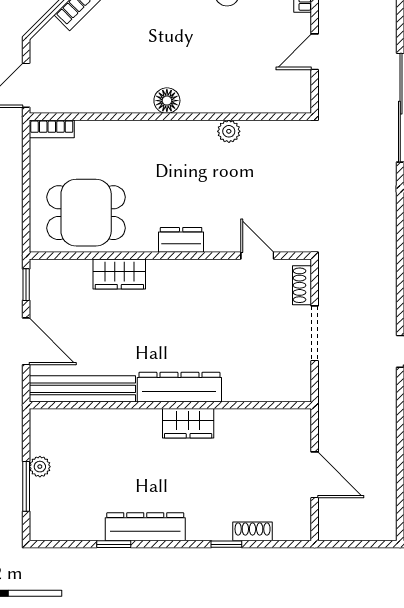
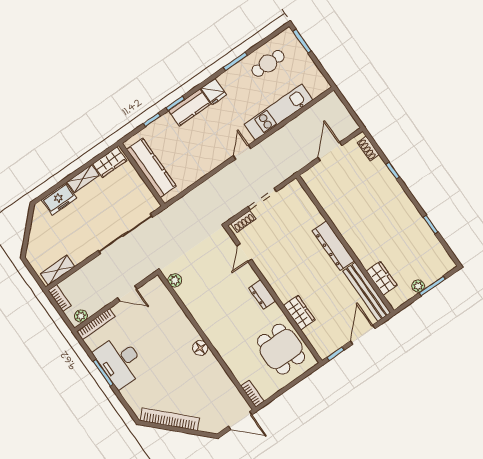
plant: (229, 131) -> (175, 280), moved
wardrobe: (188, 423) -> (382, 278), moved
dresser: (145, 527) -> (412, 215), removed
shoe rack: (253, 531) -> (368, 149), moved

